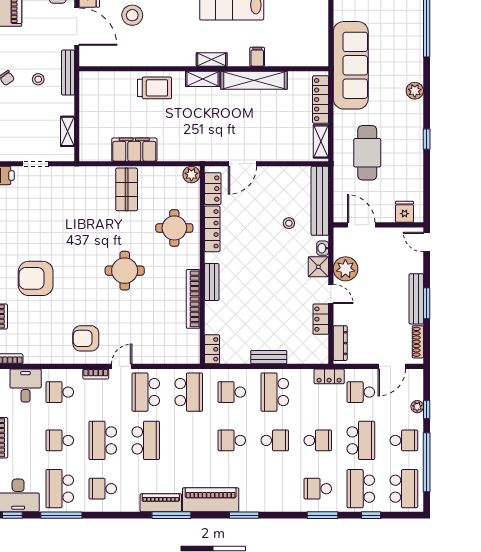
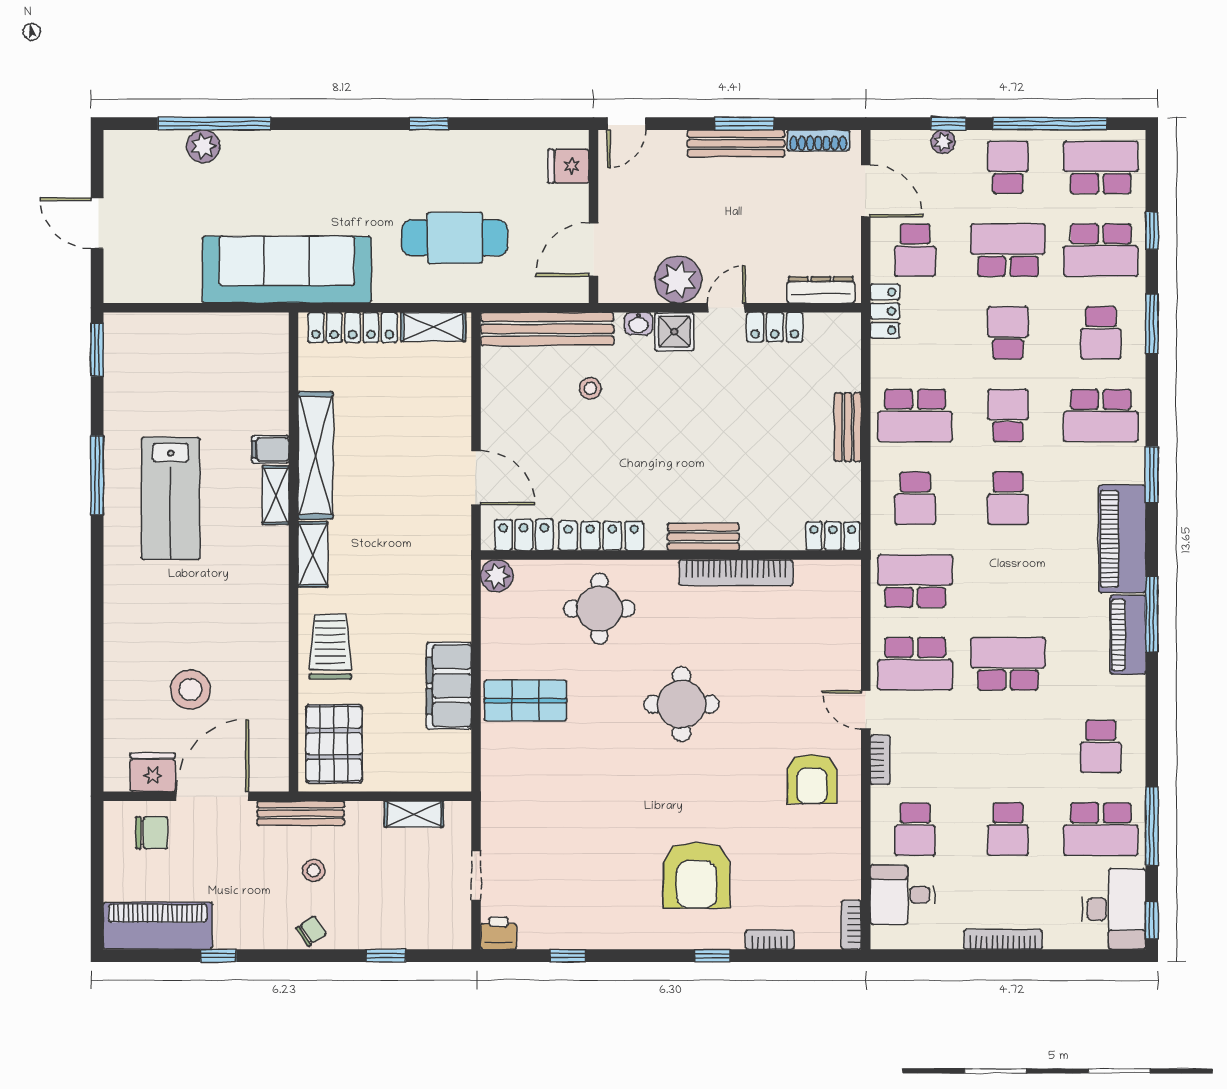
shelving: (212, 60) -> (276, 495), moved
pallet: (104, 90) -> (334, 744), added
plant: (415, 91) -> (203, 146), moved
school desk: (103, 440) -> (1101, 416), moved

